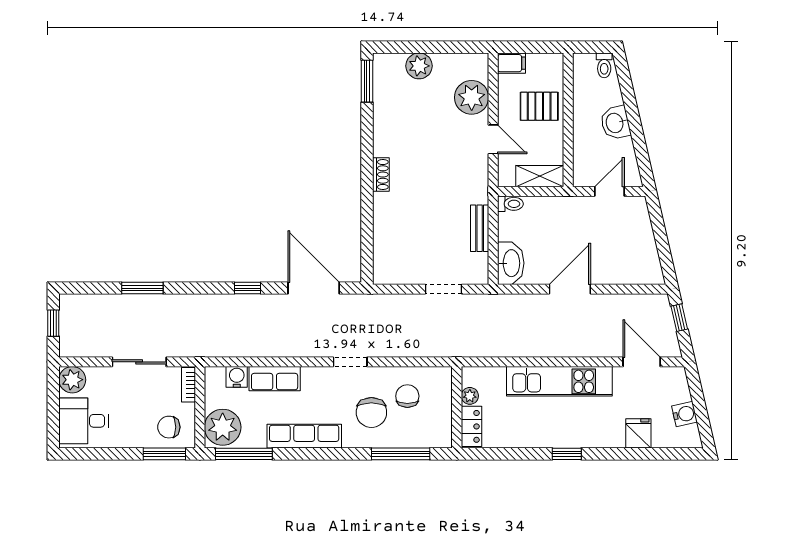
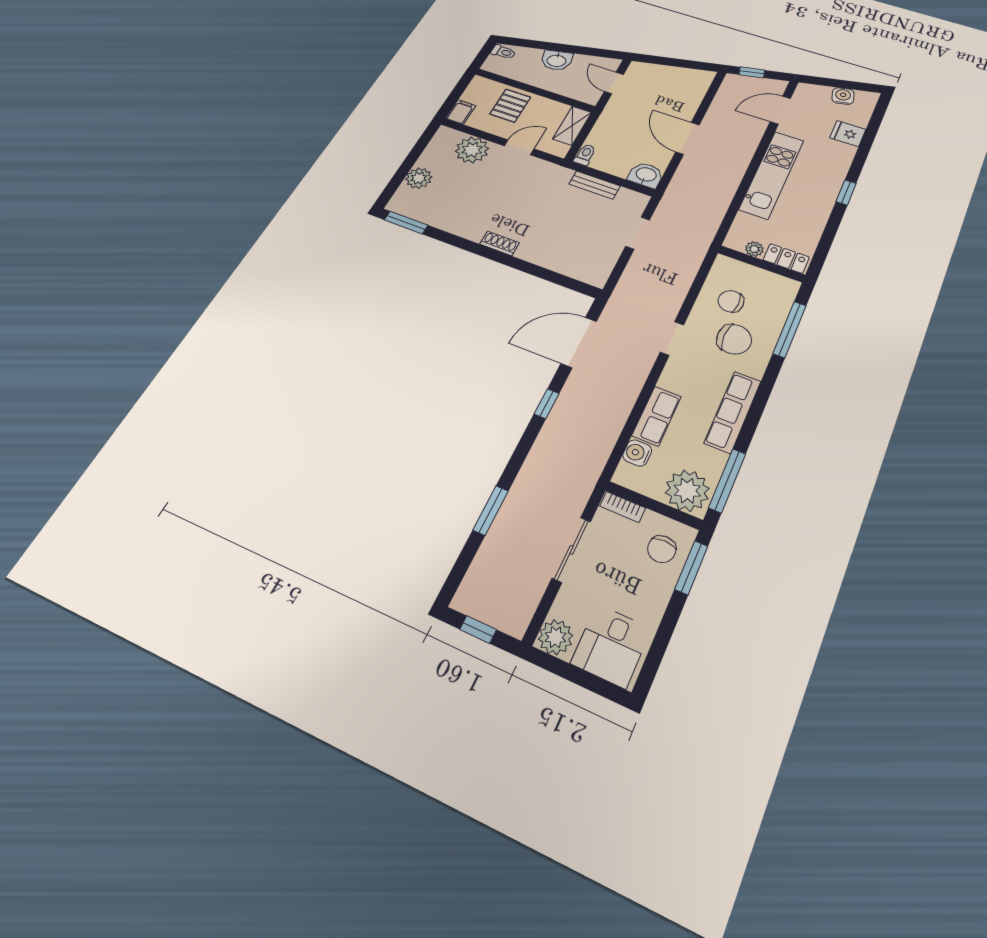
washbasin: (511, 263) -> (646, 175), width x0.72

